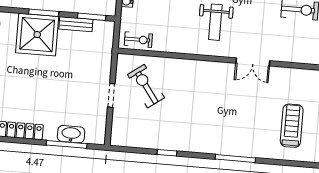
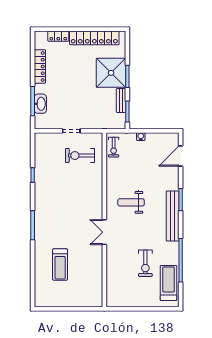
exercise bike: (146, 86) -> (80, 155), turned -144
treadmill: (292, 126) -> (60, 264), turned 90

